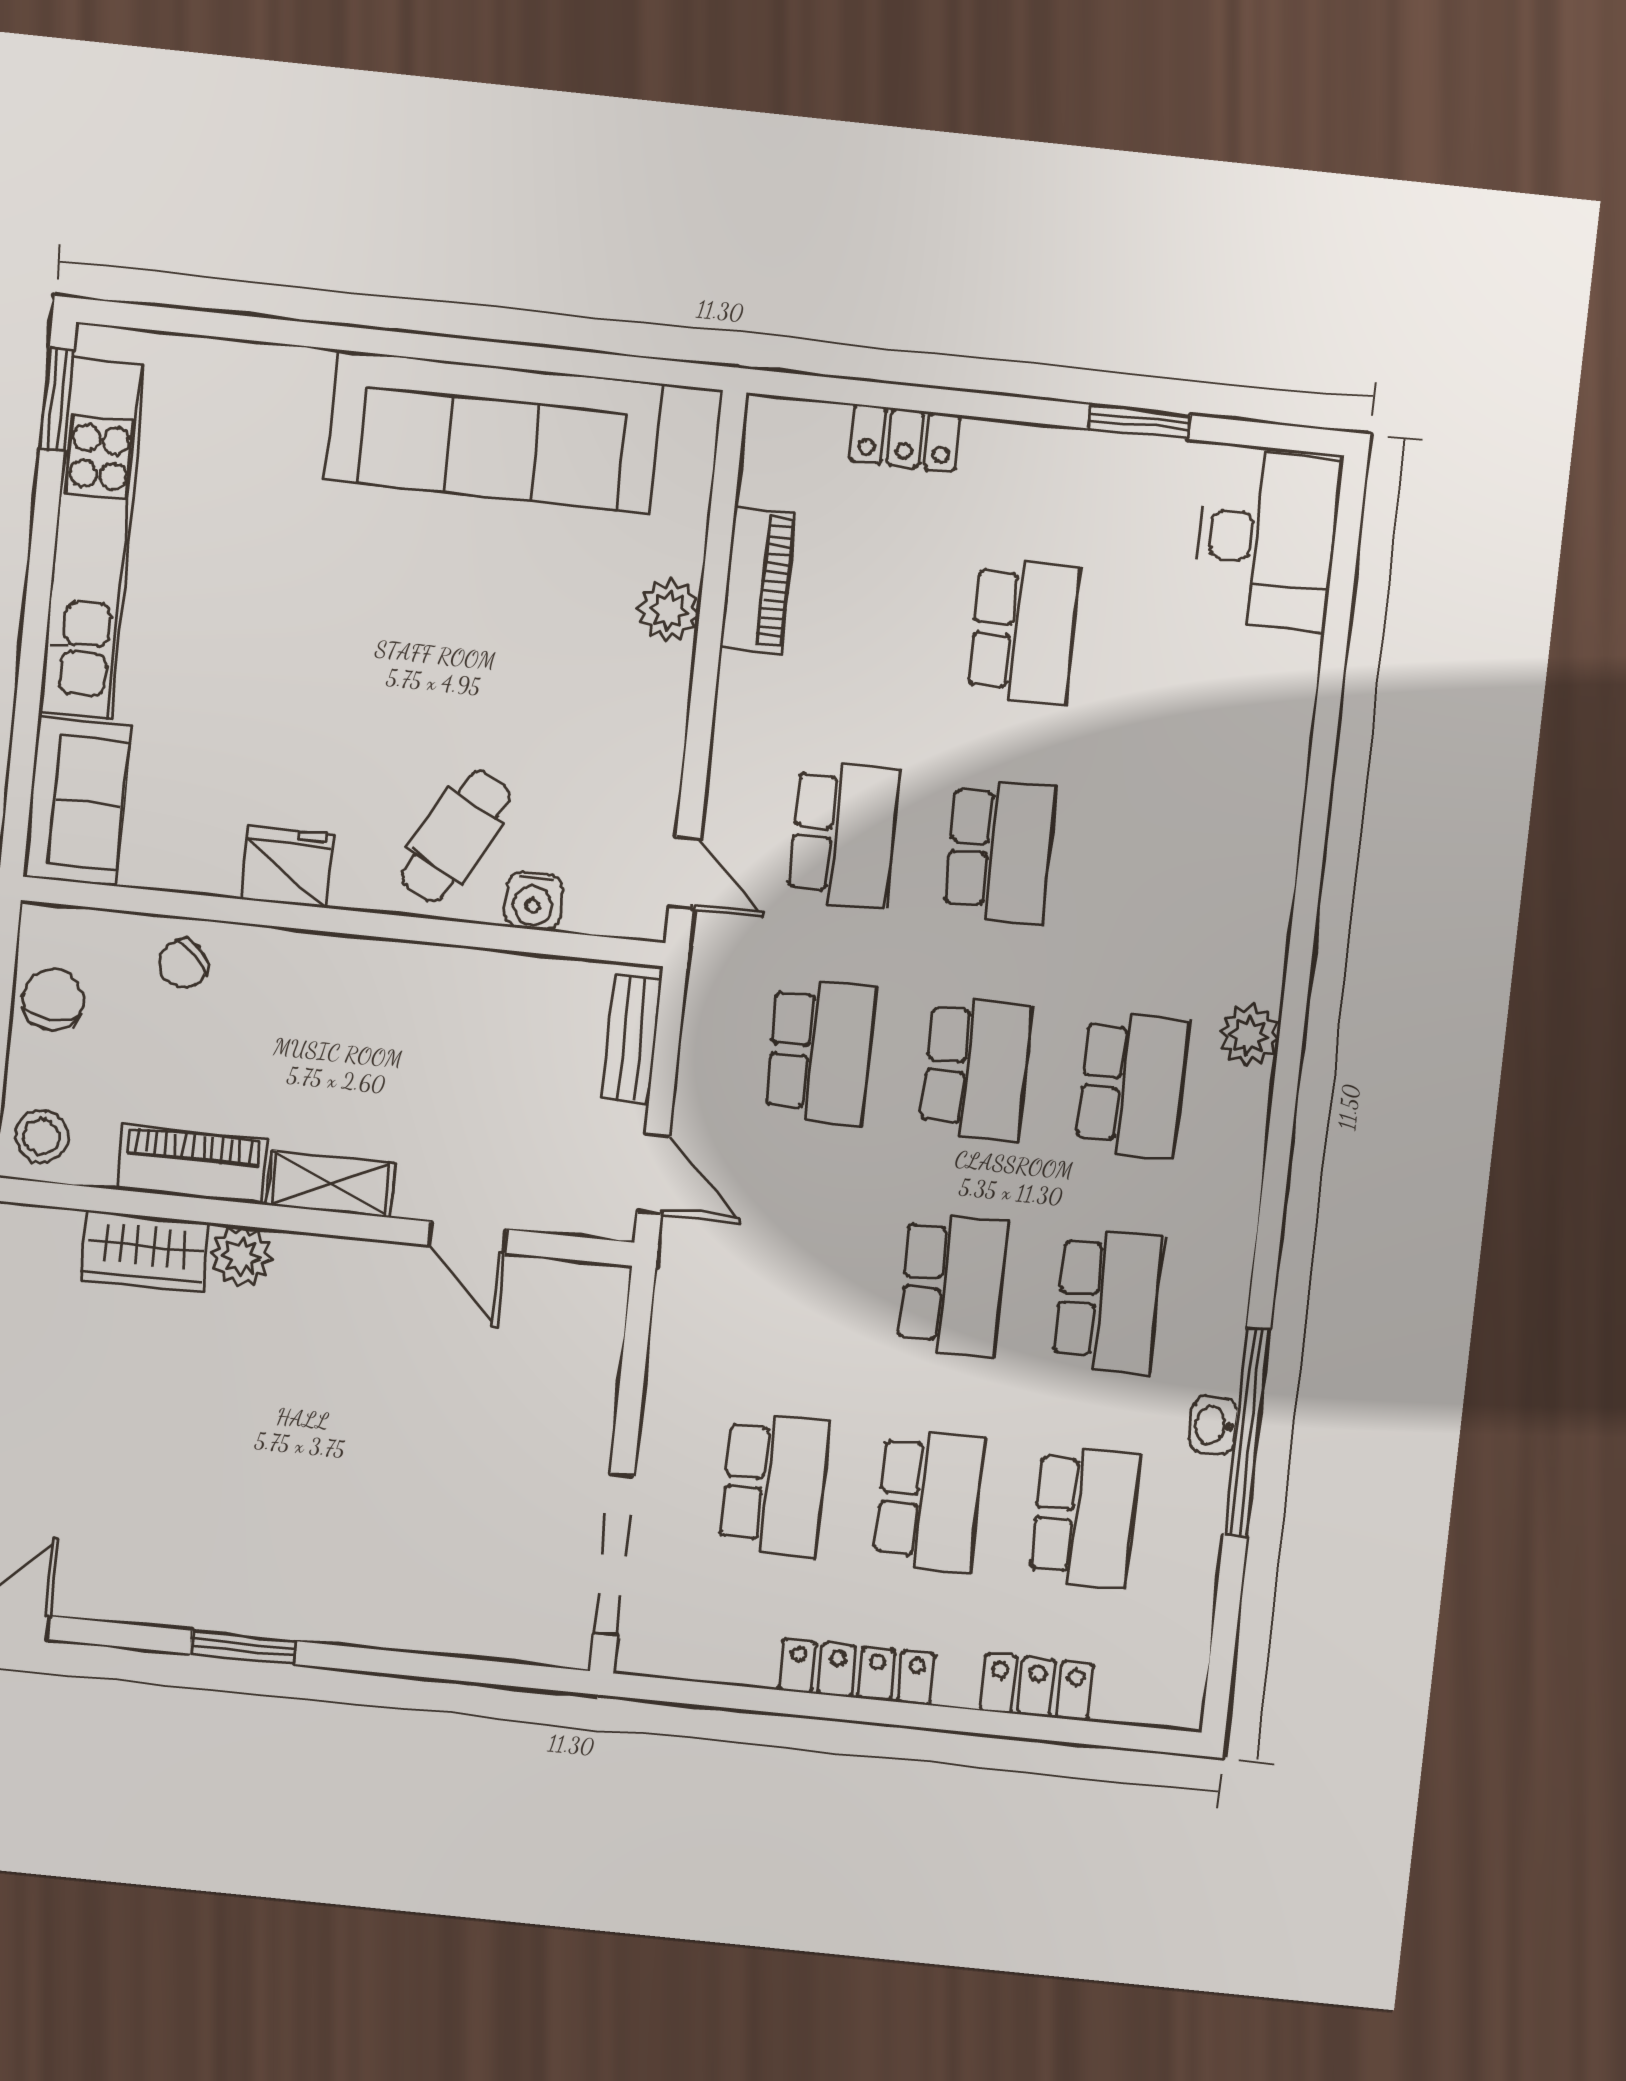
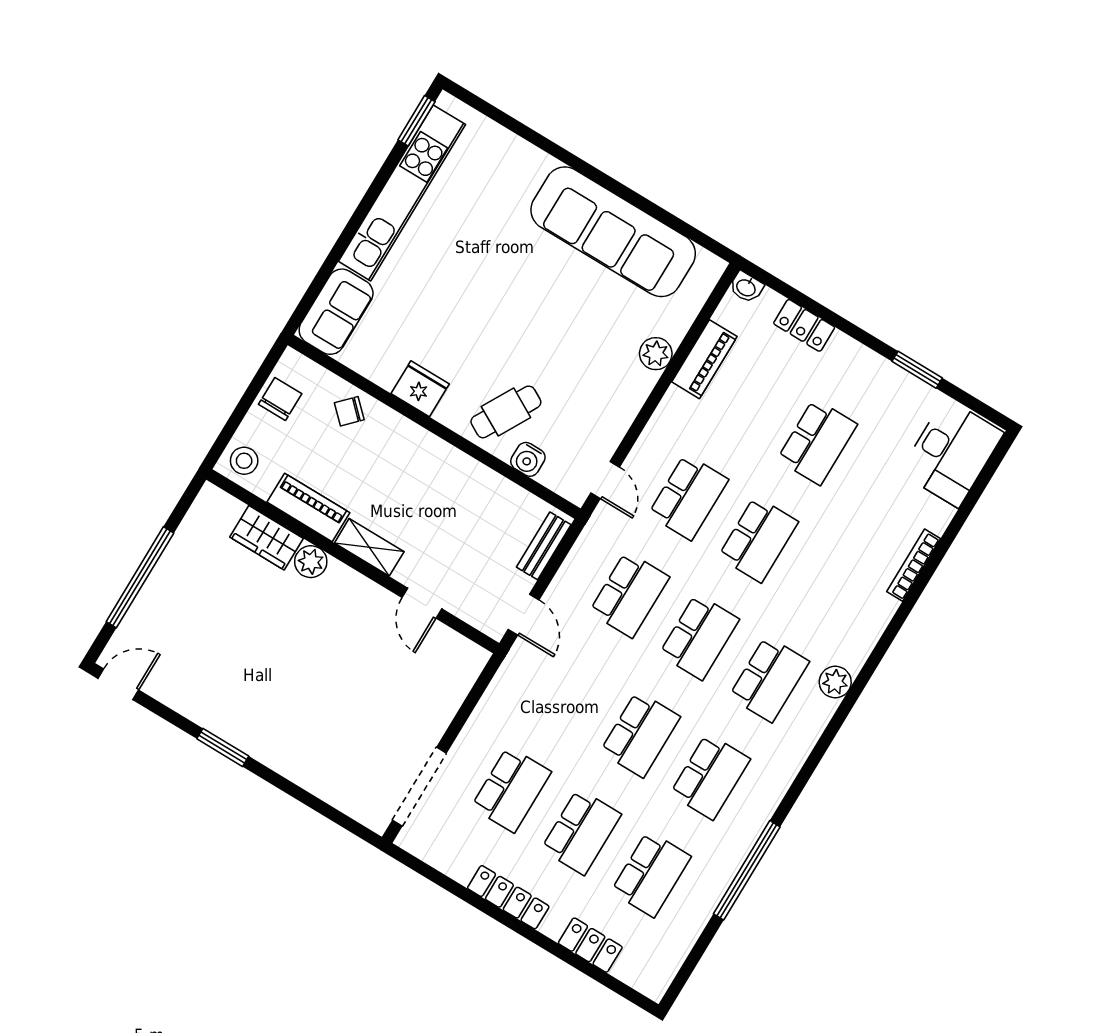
bookcase: (1291, 768) -> (914, 565), added
washbasin: (1213, 1425) -> (746, 287), moved, turned -90

